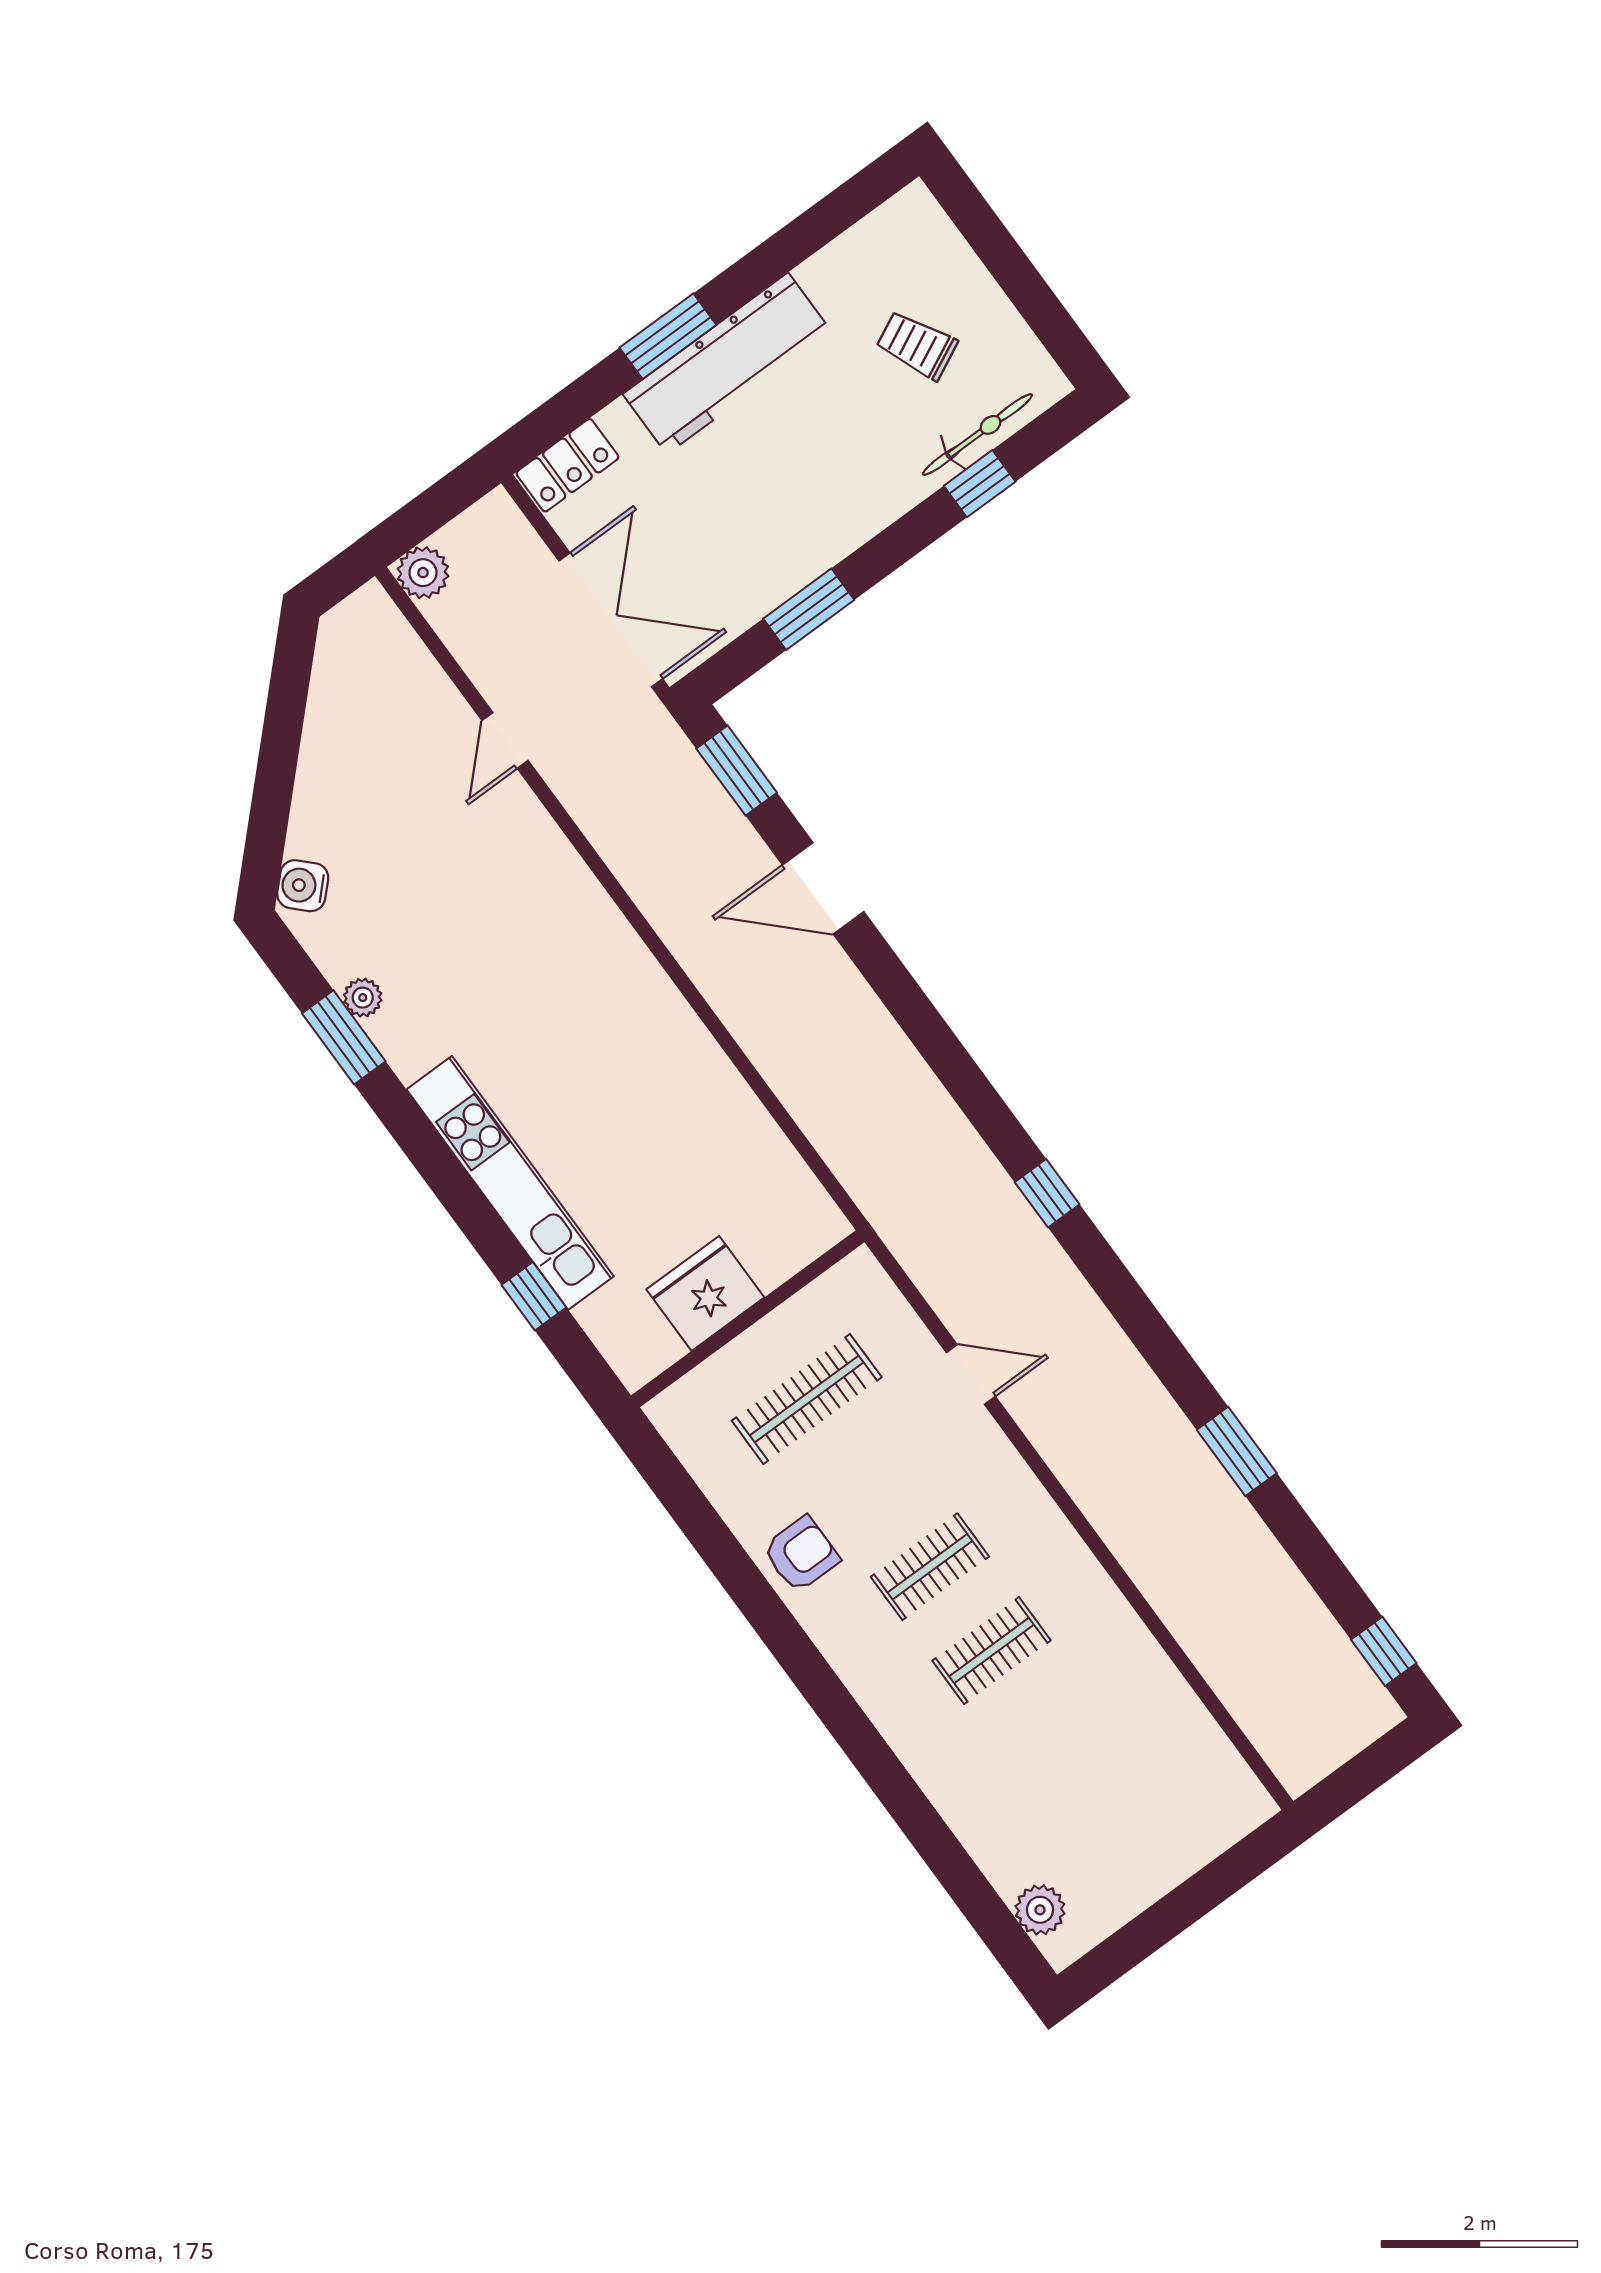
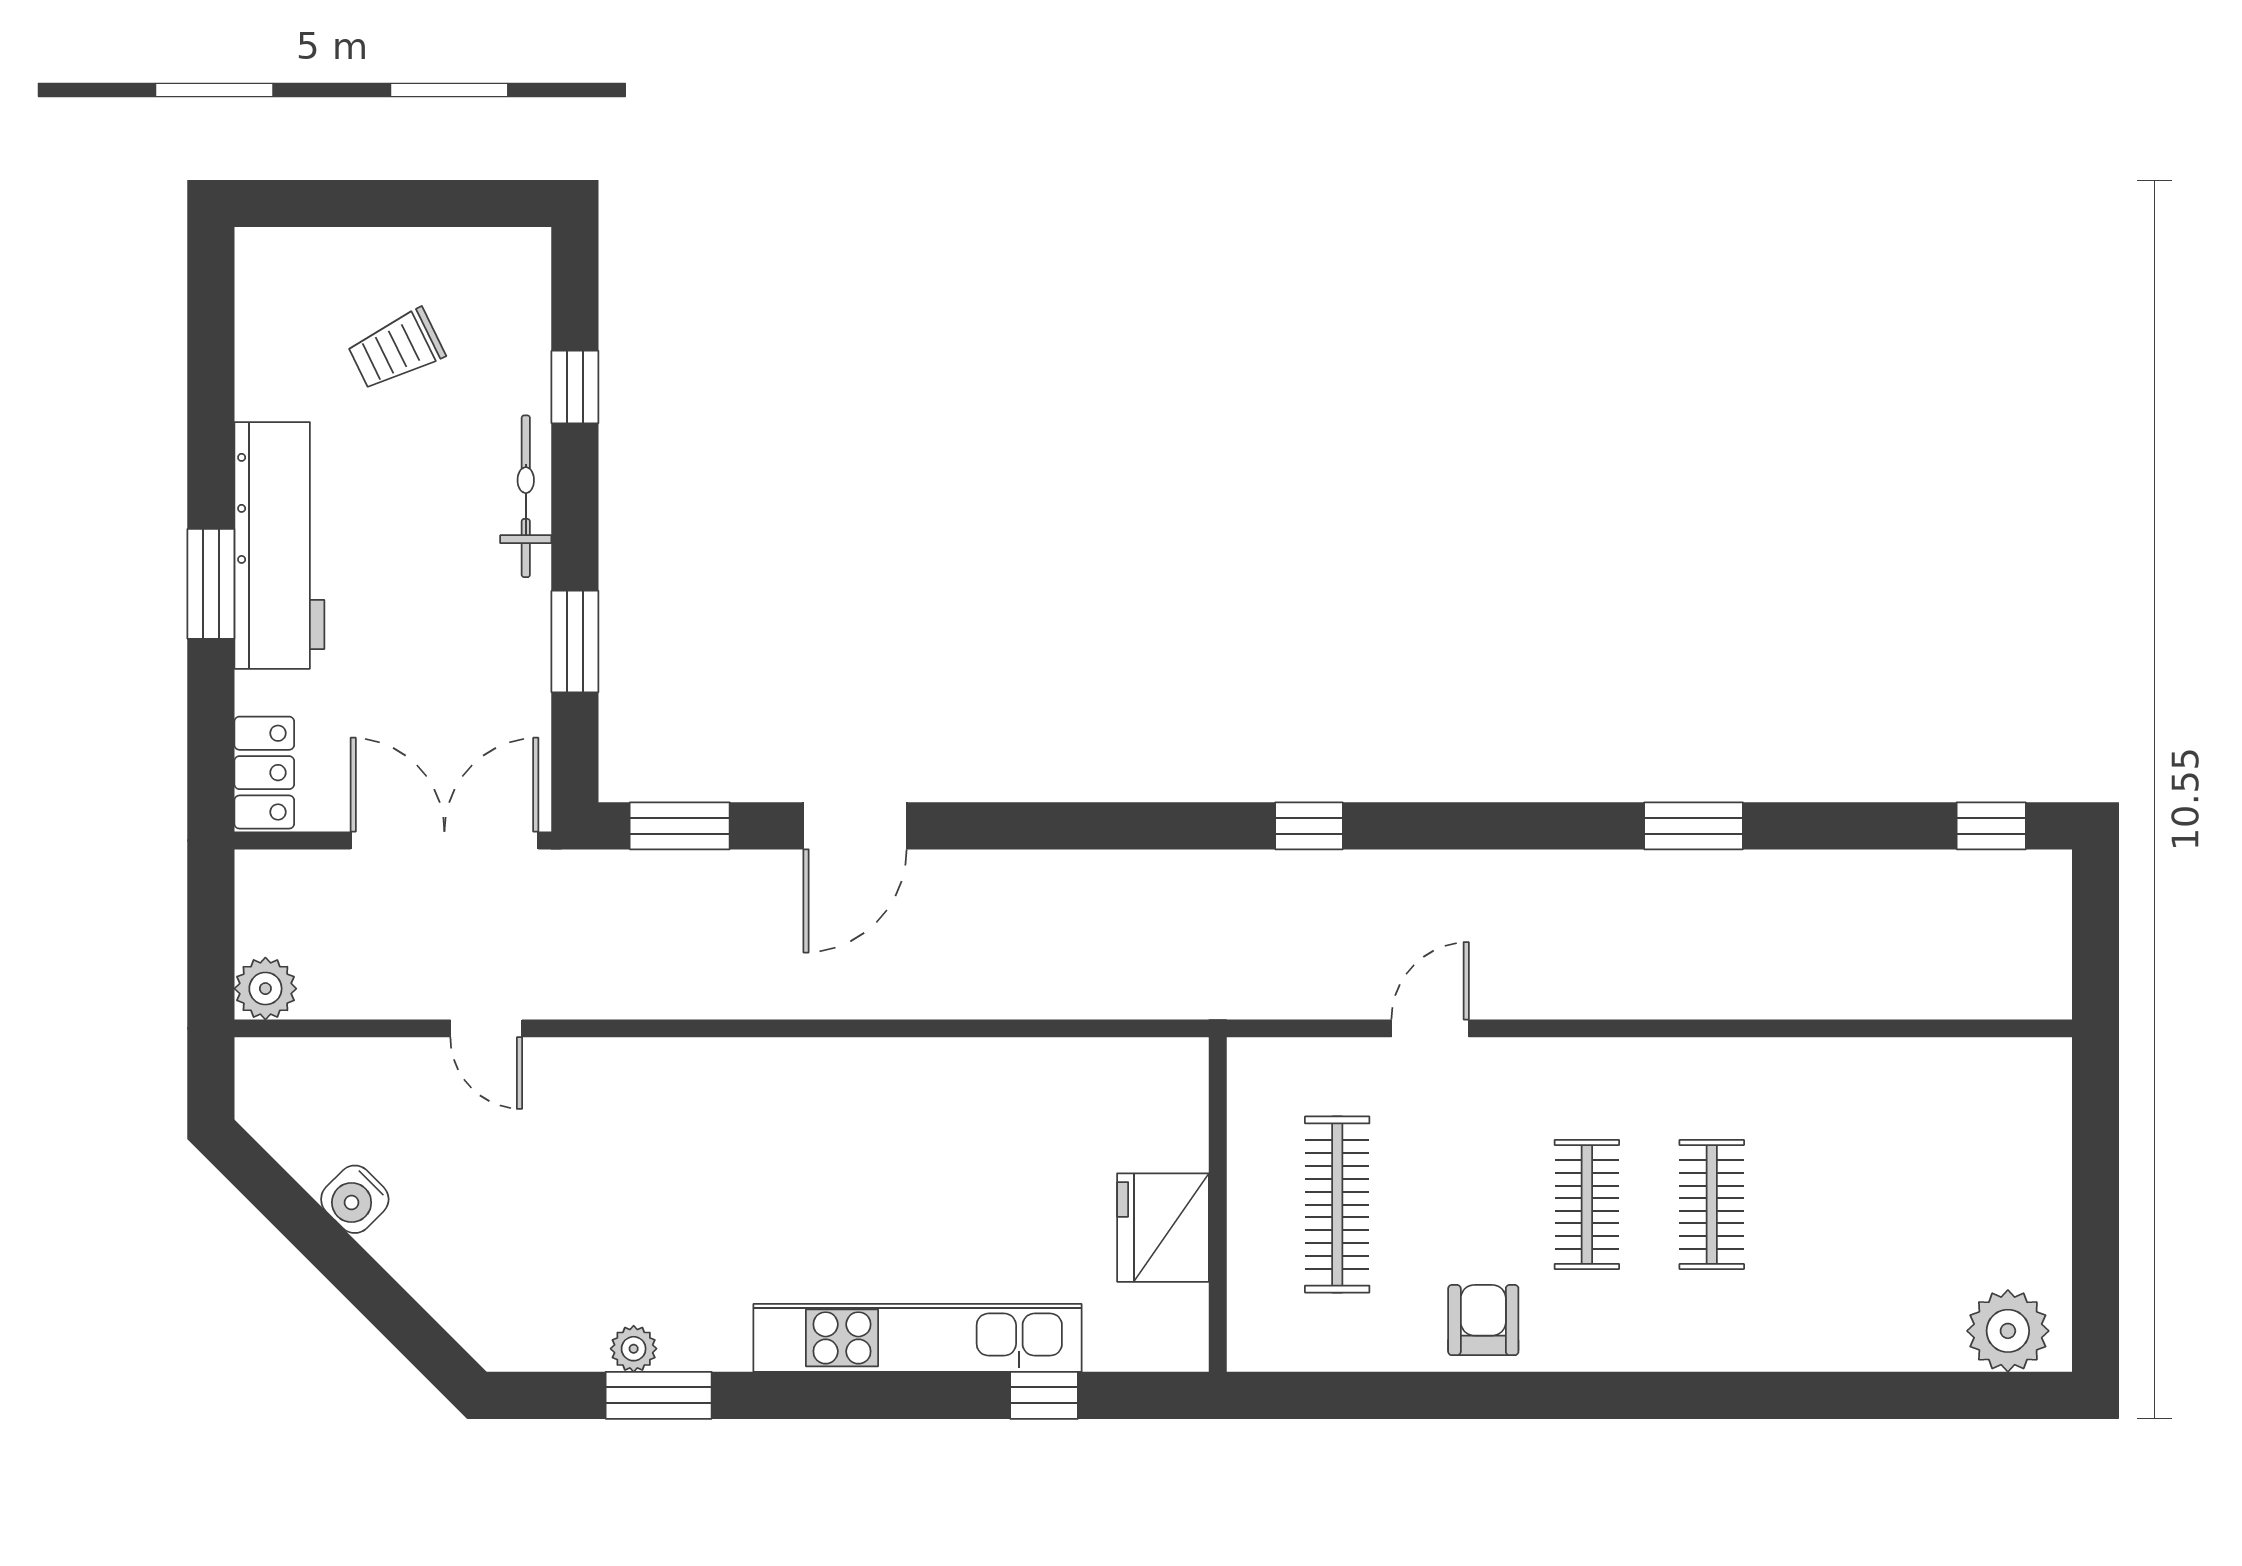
bicycle: (977, 435) -> (526, 496), moved
water cooler: (303, 886) -> (355, 1199), moved
plant: (1040, 1910) -> (2008, 1331), width x1.36, depth x1.36

